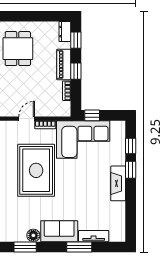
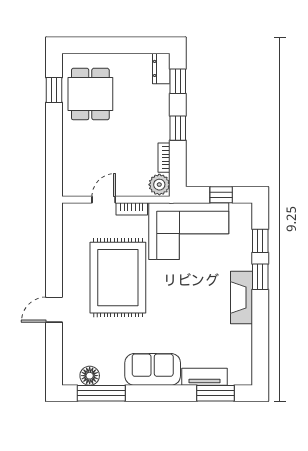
piano: (64, 64) -> (160, 118), removed
plant: (64, 109) -> (159, 185), added
window: (92, 115) -> (221, 195), moved
floor lamp: (33, 235) -> (90, 376), moved
window: (25, 247) -> (101, 393), width x1.44
window: (79, 247) -> (216, 393), moved

